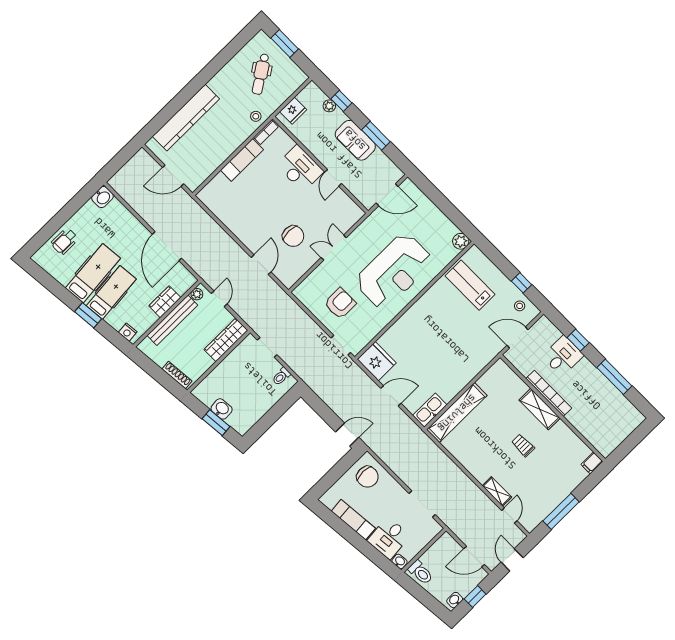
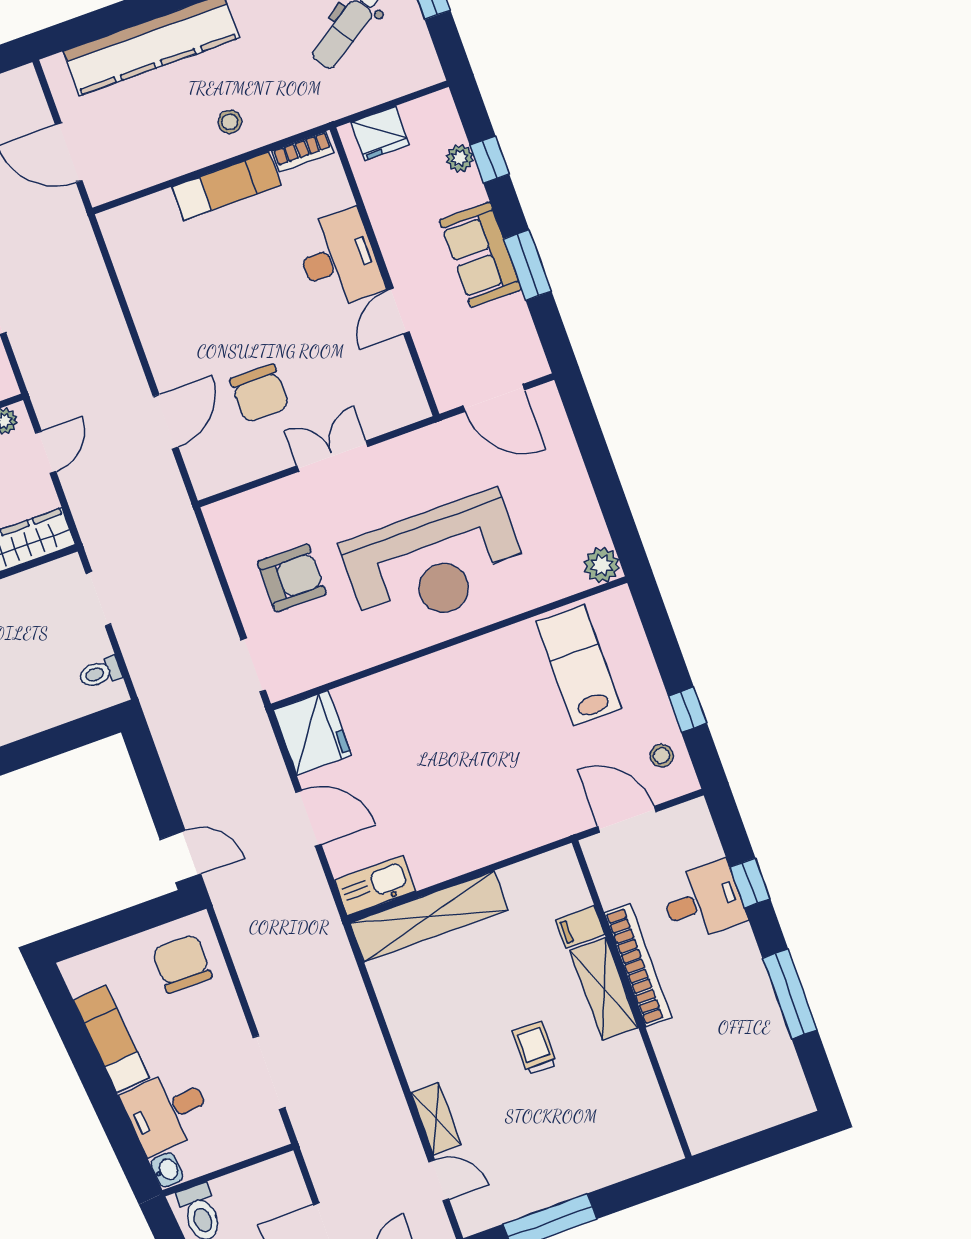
stool: (256, 116) -> (230, 122), moved
filing cabinet: (592, 463) -> (580, 927), moved
chair: (367, 477) -> (182, 963), turned 180
door: (509, 516) -> (439, 1180), hinge flipped

